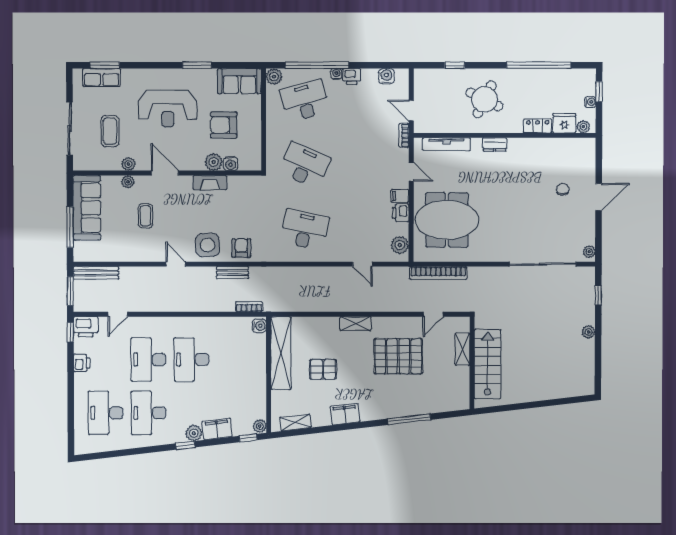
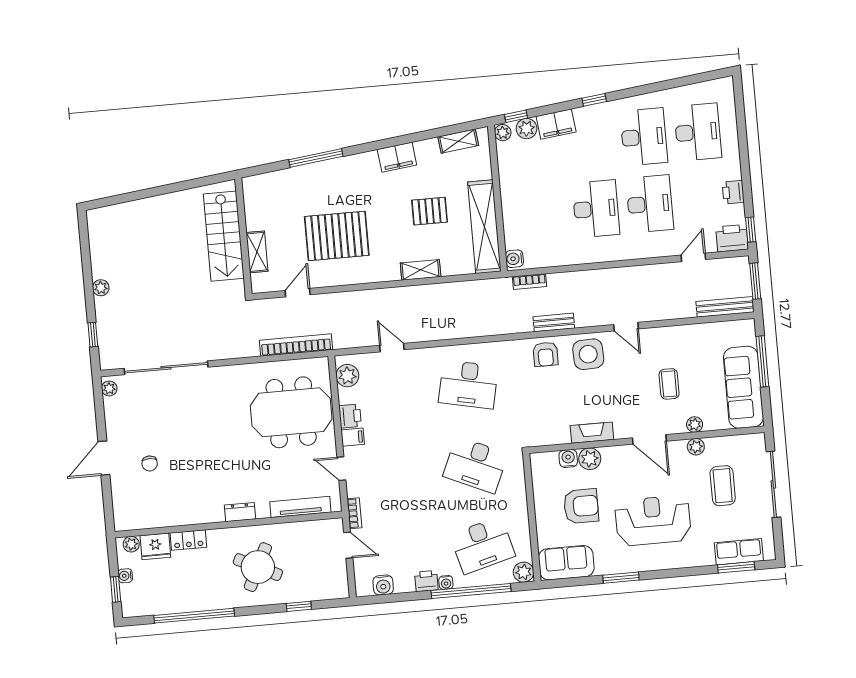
shelving: (355, 324) -> (421, 270), moved
plant: (194, 433) -> (527, 129), moved

